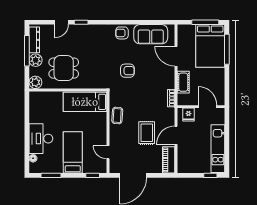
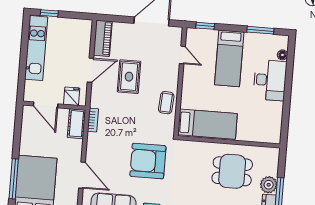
armchair: (127, 71) -> (148, 161), width x1.88, depth x1.88
plant: (35, 82) -> (271, 155), removed
cot: (183, 82) -> (76, 124), moved

